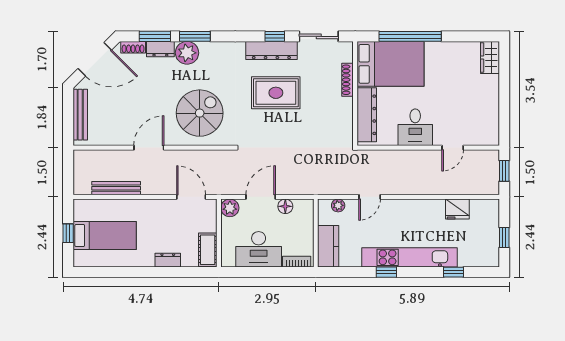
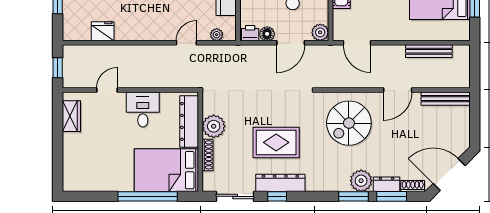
wardrobe: (490, 58) -> (71, 116), moved
plant: (341, 110) -> (214, 126), added
bench: (80, 115) -> (446, 99), moved, turned 90
printer: (303, 207) -> (250, 33), added

